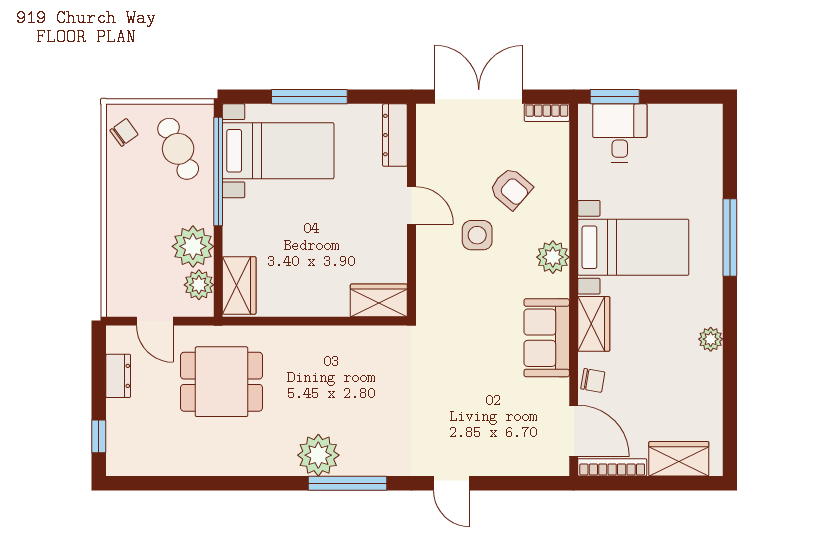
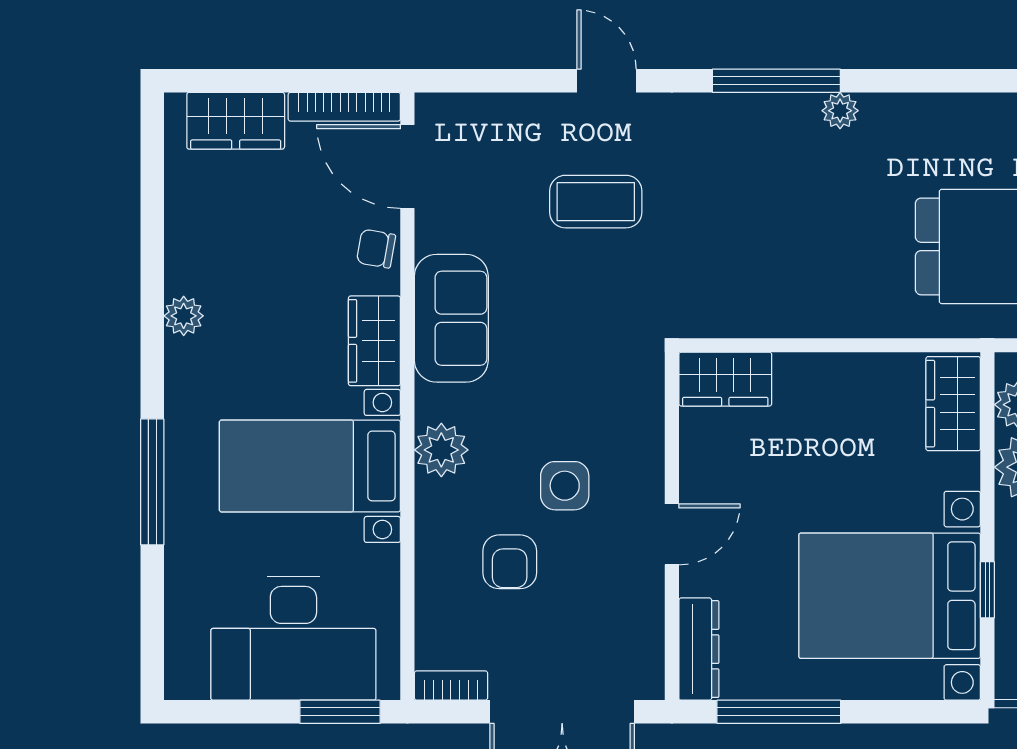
window: (309, 97) -> (779, 712), moved
desk: (620, 133) -> (293, 638), width x1.87, depth x1.30
bed with nightstands: (278, 151) -> (890, 596), width x1.36
window: (218, 171) -> (987, 590), width x0.32
armchair: (511, 189) -> (510, 562), turned -131
door: (411, 205) -> (672, 534), swing flipped
coffee table: (458, 409) -> (596, 202), added
plant: (318, 455) -> (840, 111), width x0.53, depth x0.53

